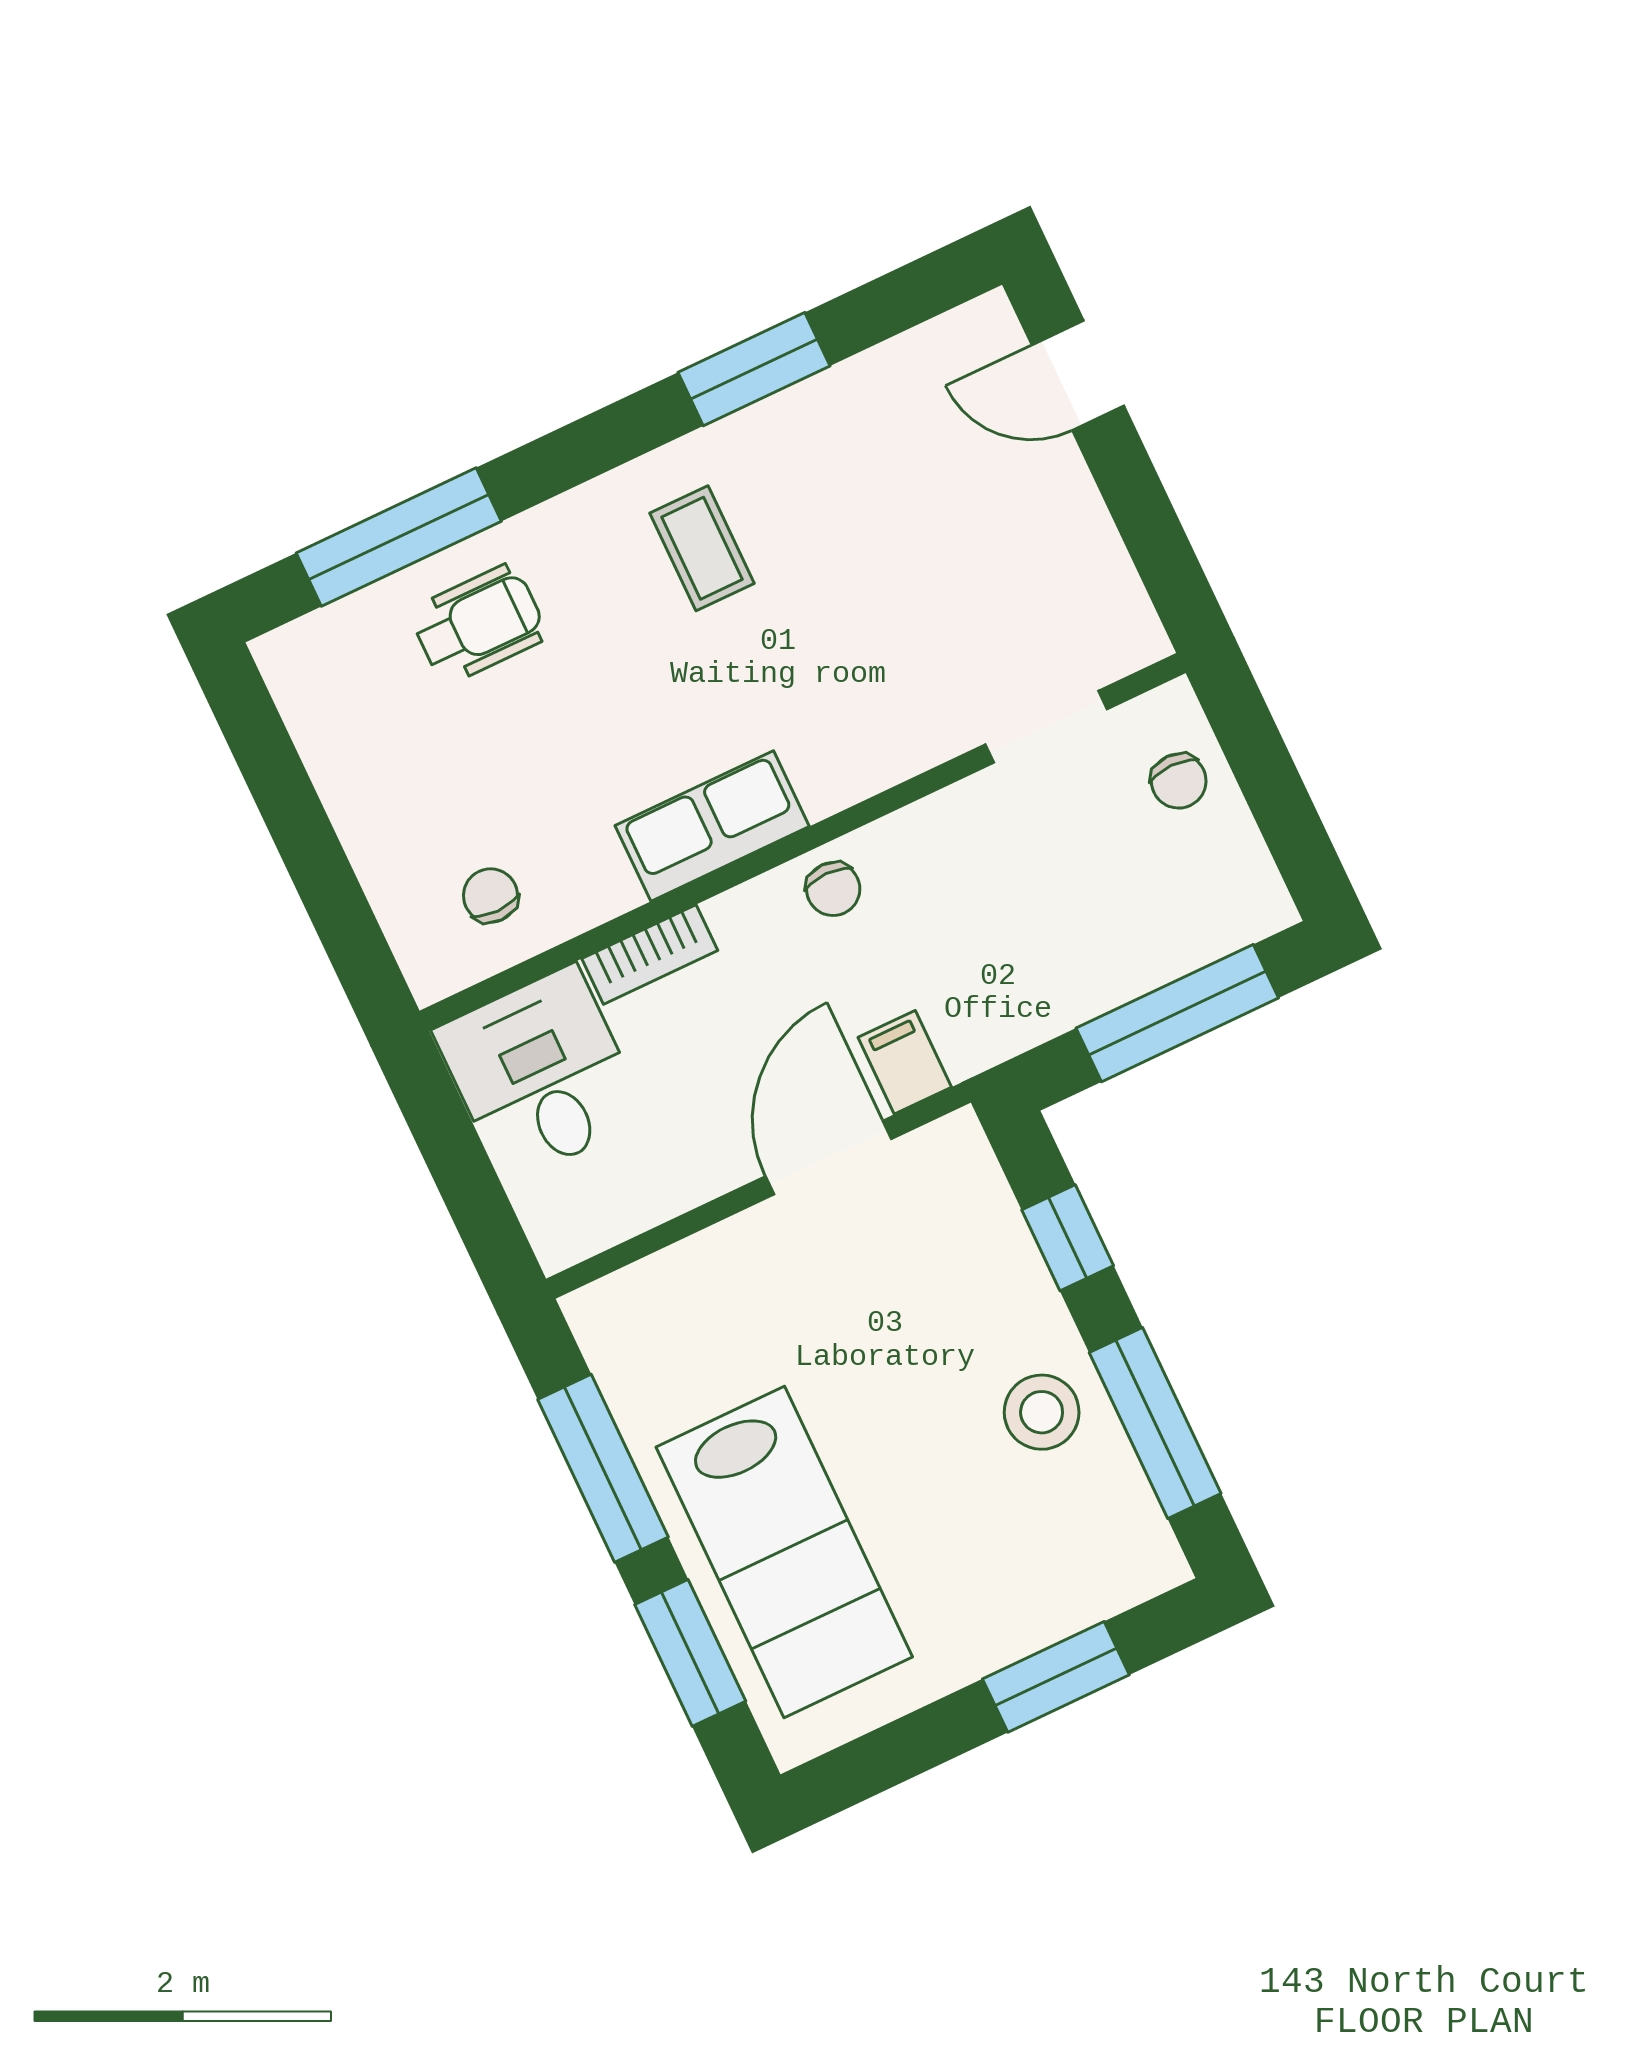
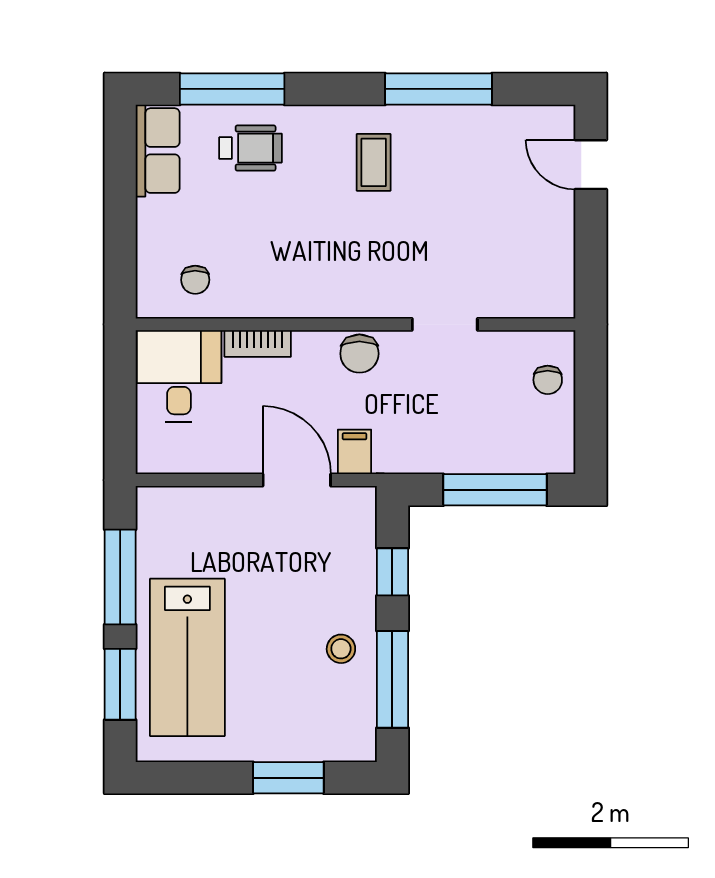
window: (754, 369) -> (438, 89), width x1.44
doorway: (1046, 727) -> (445, 324), moved
row of seats: (712, 826) -> (158, 151), moved, turned 90
chair: (833, 889) -> (359, 354), width x1.37, depth x1.37
chair: (490, 896) -> (195, 280), turned 180
door: (828, 1158) -> (297, 480), hinge flipped
stool: (1042, 1412) -> (341, 649), width x0.73, depth x0.73

